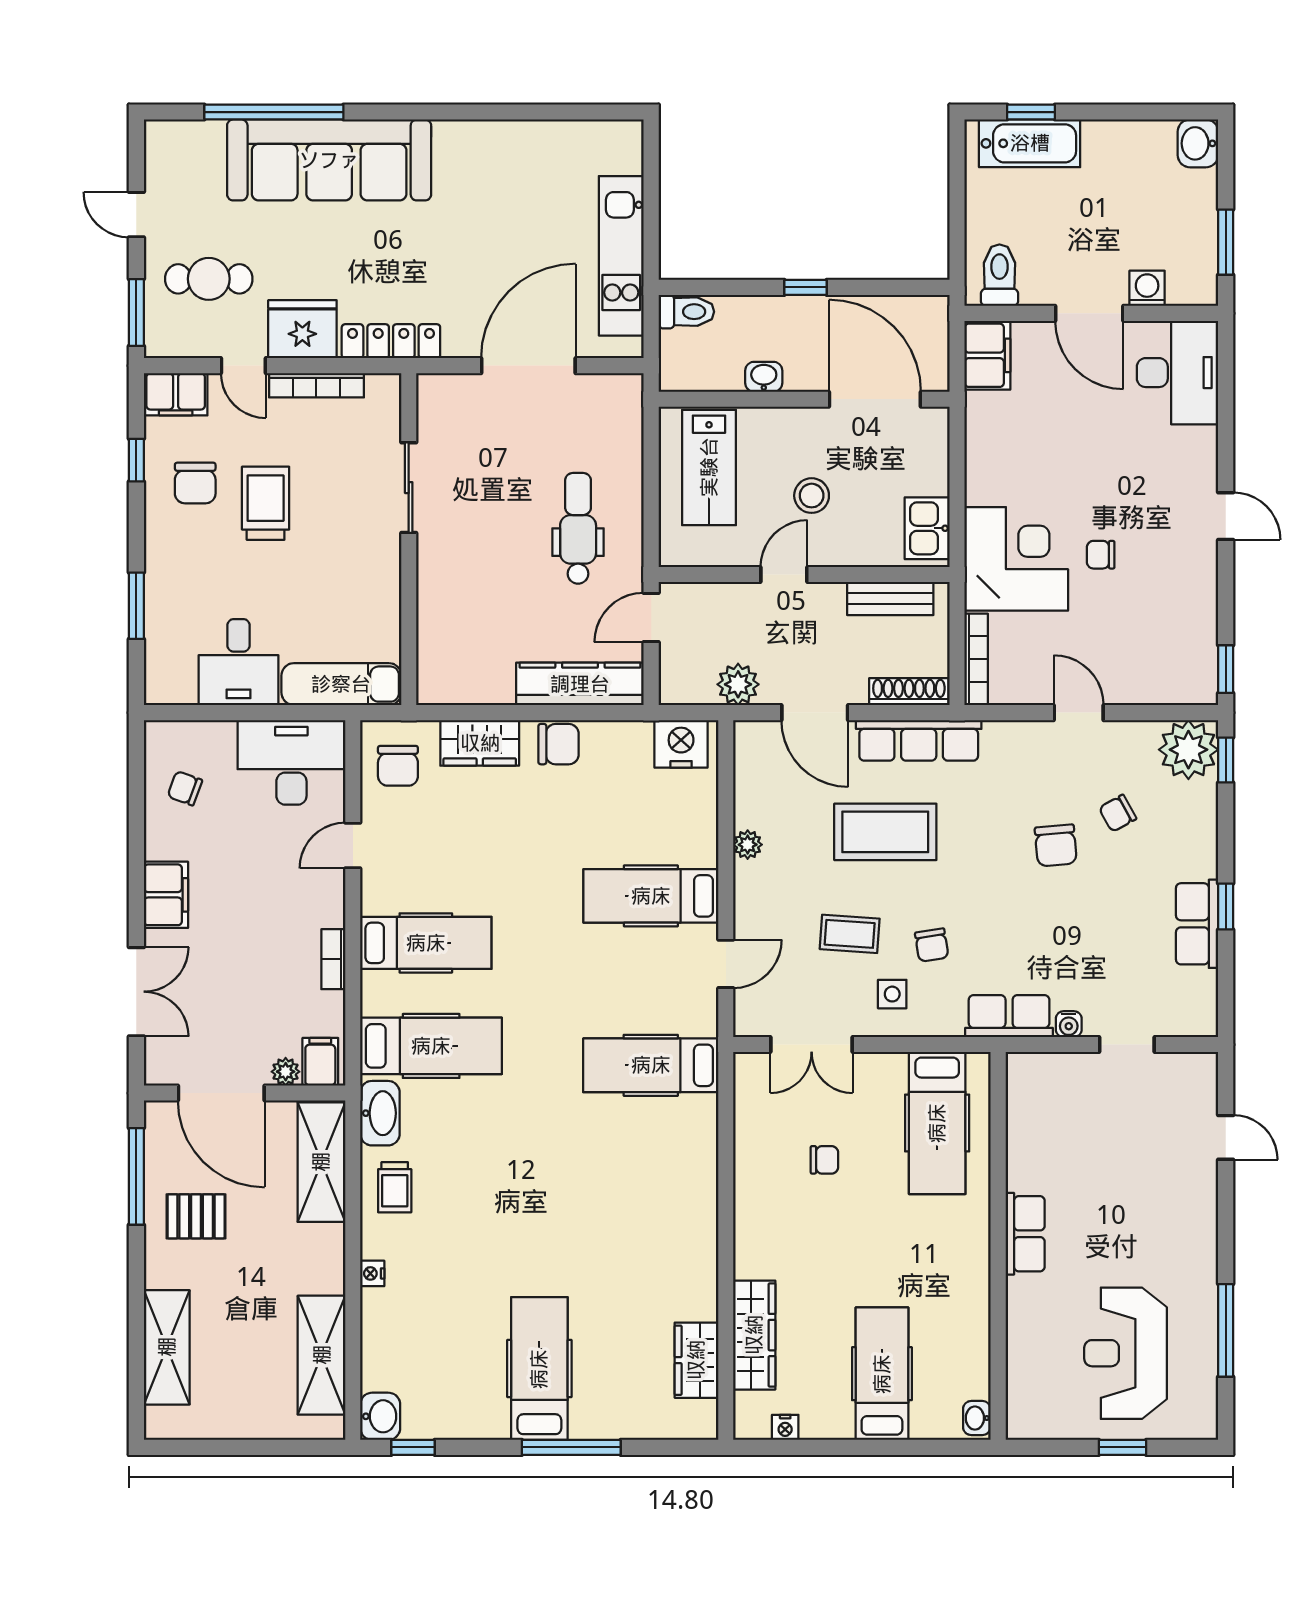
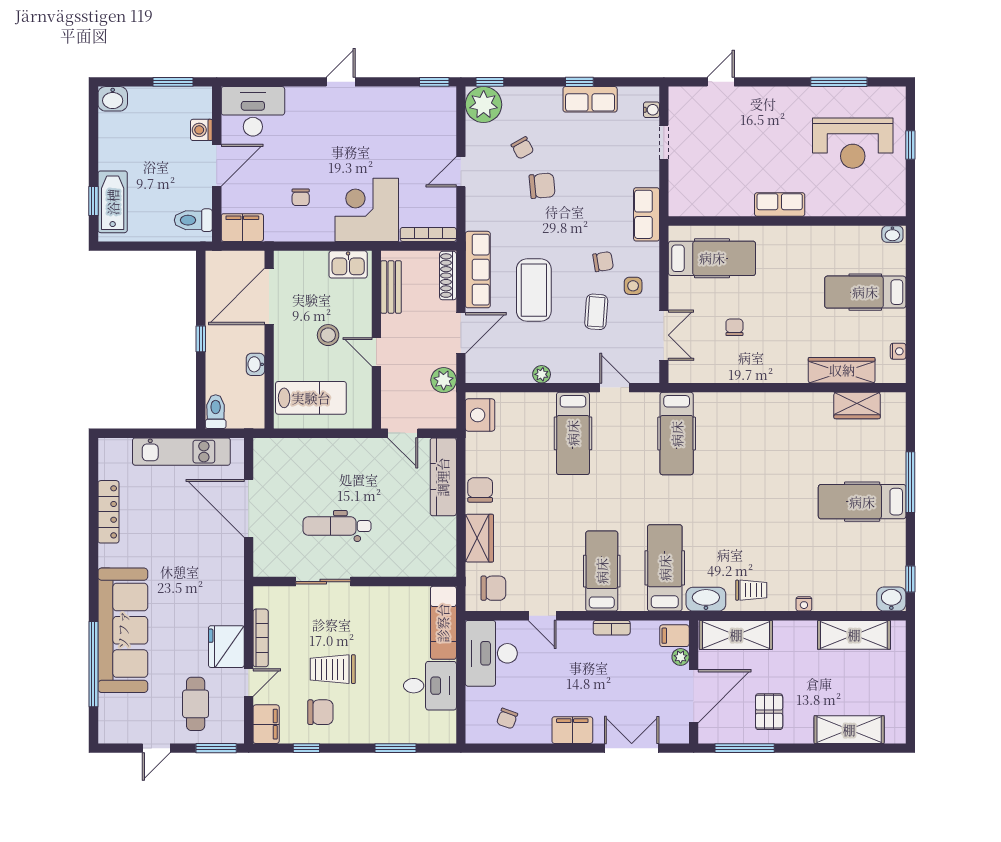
locker: (391, 341) -> (108, 512), moved, turned 180
dental chair: (578, 528) -> (337, 526), moved
chair: (1101, 555) -> (301, 197), moved
water cooler: (1069, 1024) -> (651, 110), moved

